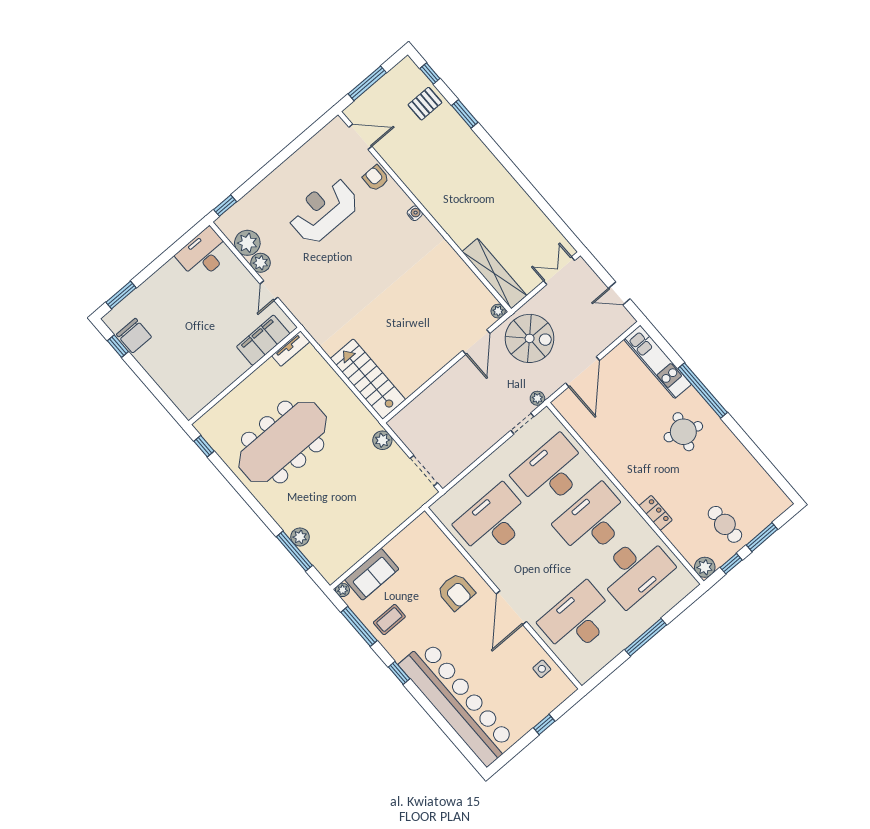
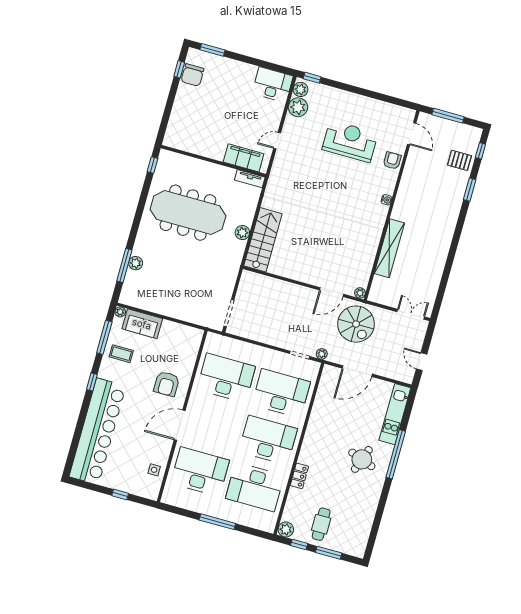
plant: (260, 263) -> (301, 89), moved
shelving: (494, 274) -> (389, 248), moved
plant: (382, 440) -> (242, 233), moved

